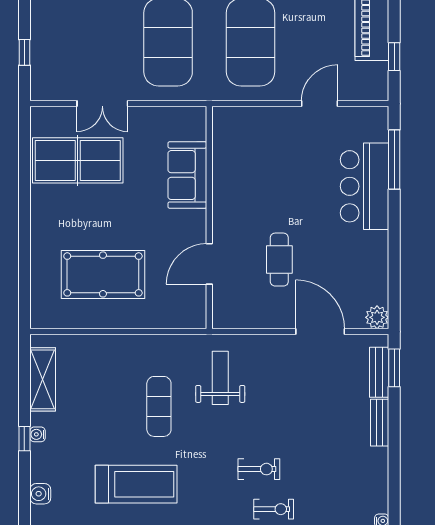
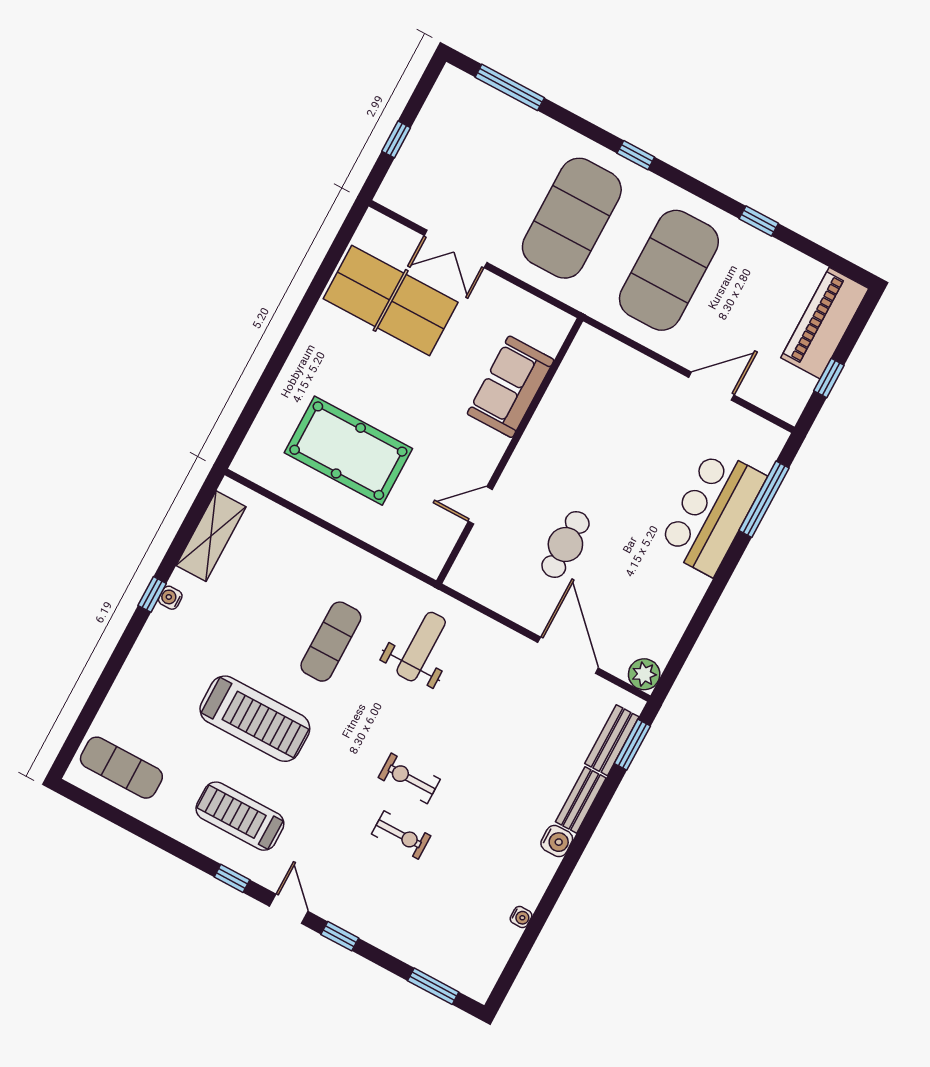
door: (209, 264) -> (480, 505), width x0.73
exercise bike: (259, 469) -> (409, 778), turned 180
water cooler: (40, 494) -> (557, 841), moved, turned 180

